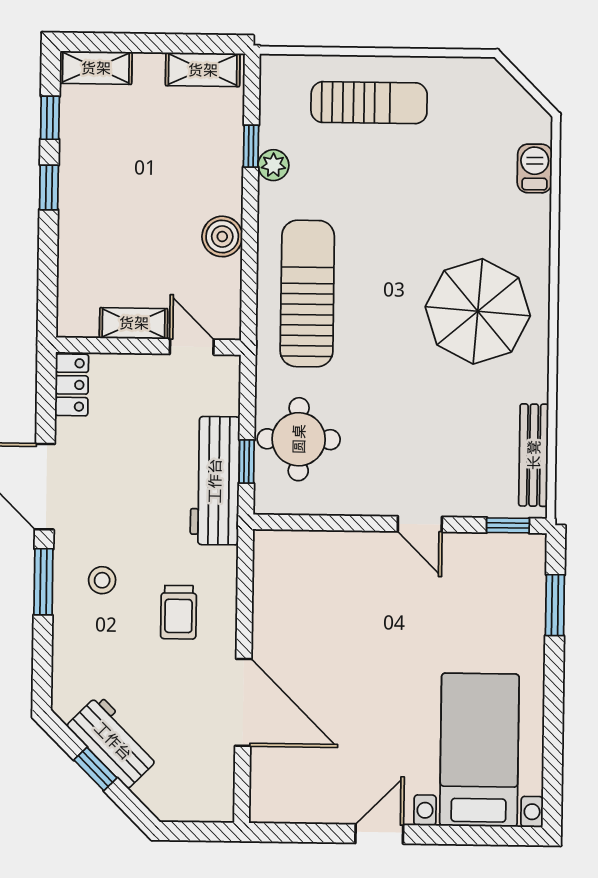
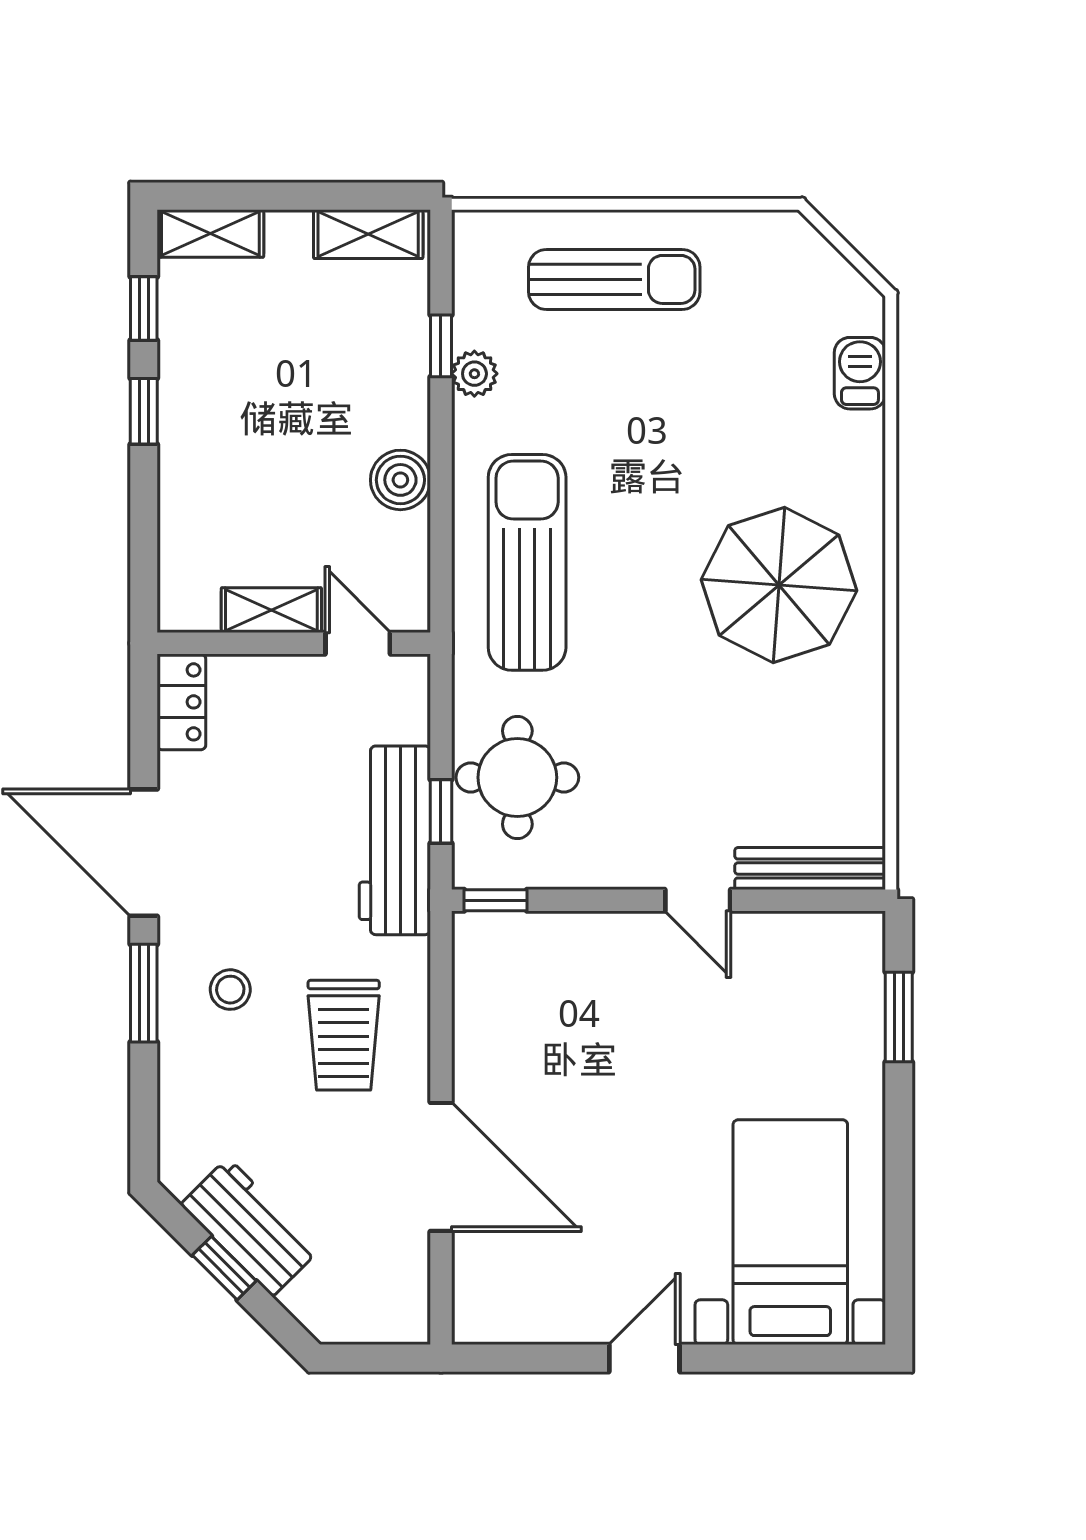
bench: (534, 455) -> (810, 868), moved, turned 90
window: (508, 525) -> (495, 900), moved
trolley: (179, 612) -> (344, 1035), width x1.36, depth x1.39

